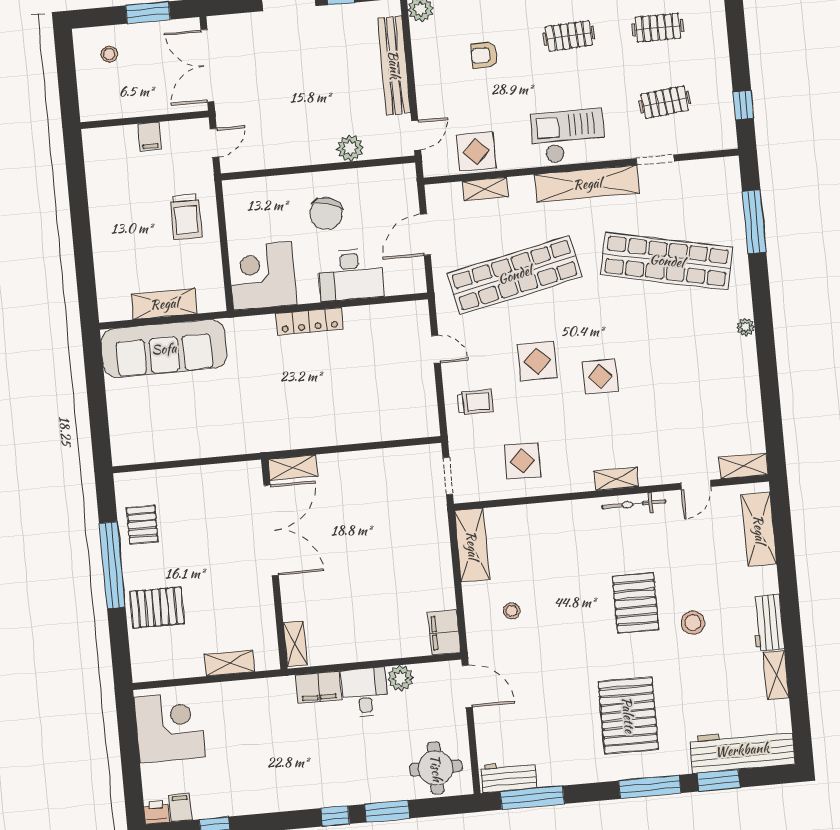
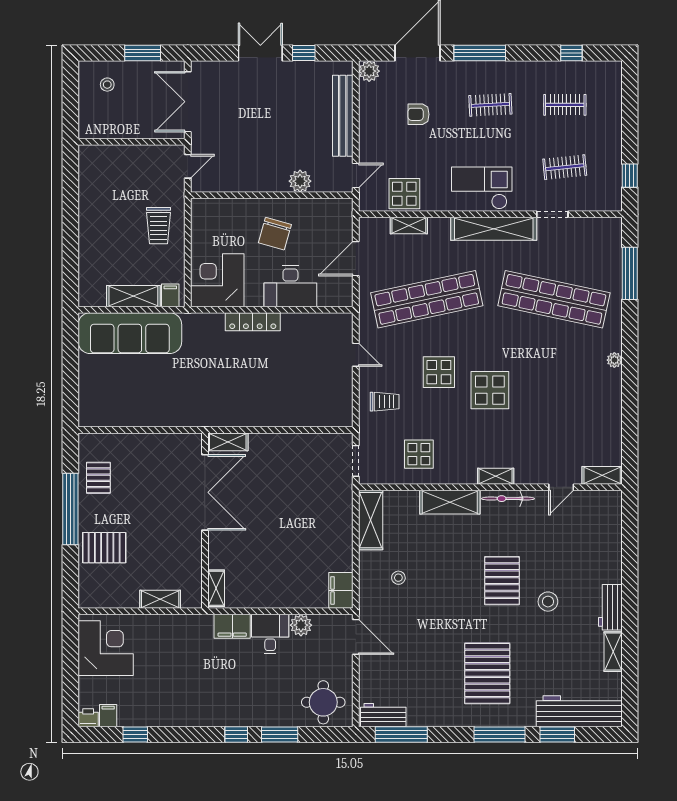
filing cabinet: (150, 137) -> (170, 295), moved, turned 180
display table: (600, 377) -> (490, 390), width x1.36, depth x1.36
shelving: (759, 529) -> (450, 502), moved, turned 90

